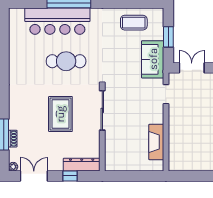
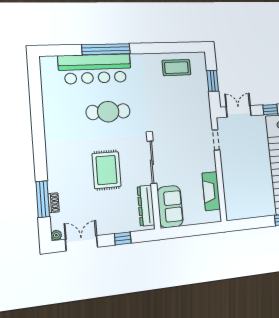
sofa: (153, 59) -> (170, 207), moved, turned 180
dresser: (82, 165) -> (146, 206), moved, turned -90

